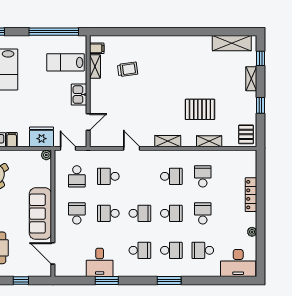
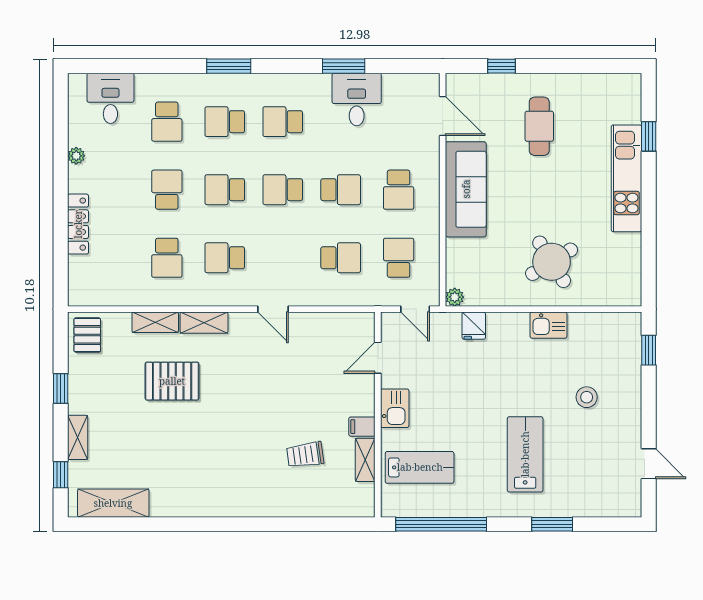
filing cabinet: (97, 48) -> (362, 427), moved
fridge: (42, 137) -> (474, 326), width x0.53, depth x0.75
filing cabinet: (12, 140) -> (518, 325), removed
shelving: (168, 141) -> (204, 323), moved
door: (132, 148) -> (273, 309), moved
school desk: (203, 213) -> (167, 190), turned 180
school desk: (203, 250) -> (167, 122), turned 90
desk: (238, 263) -> (110, 98), width x0.73

